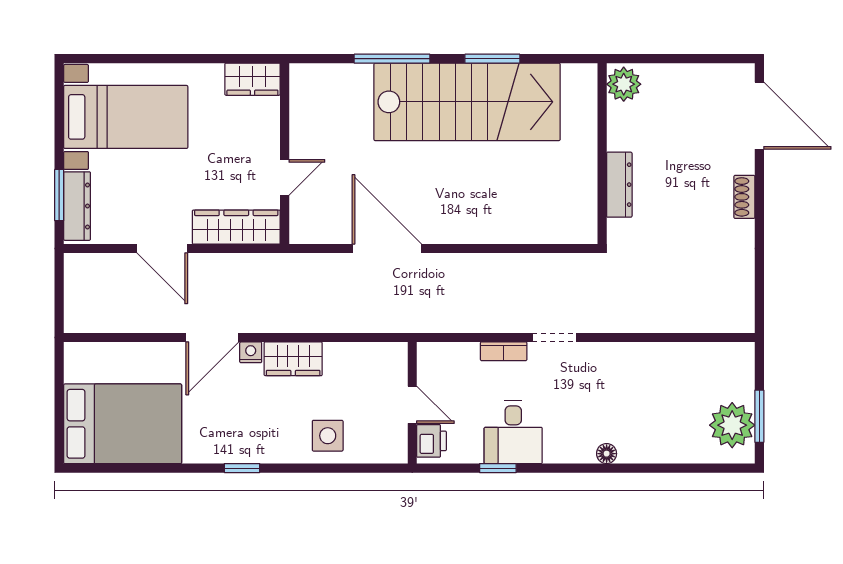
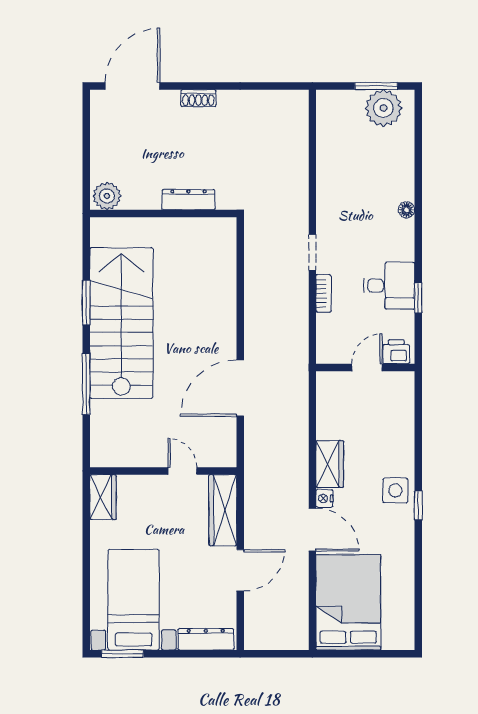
window: (59, 195) -> (122, 654), moved
bed: (123, 424) -> (348, 602), moved
side table: (328, 436) -> (395, 490), moved

